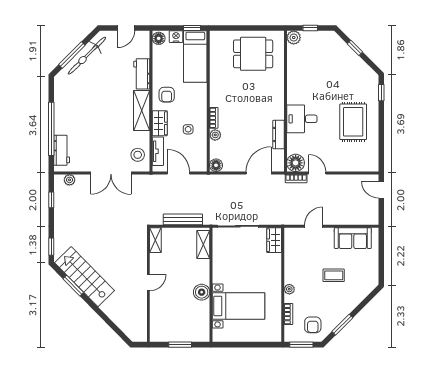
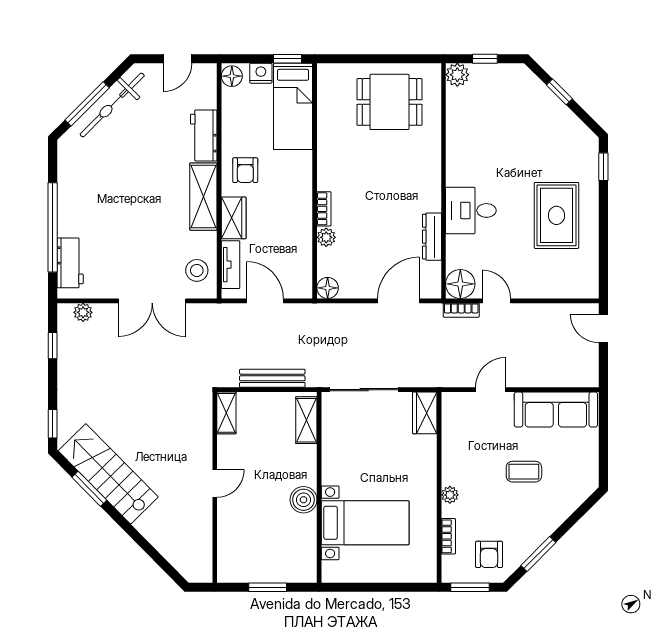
side table: (188, 129) -> (281, 228), removed
sofa: (353, 238) -> (556, 410), width x1.36

